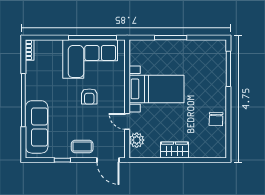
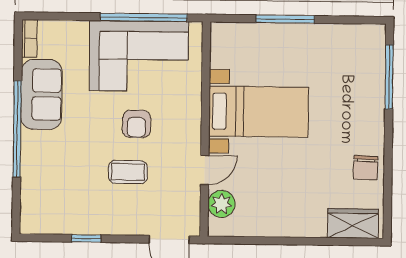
door: (127, 121) -> (205, 170), swing flipped
sofa: (37, 127) -> (41, 94), moved, width x0.73
coffee table: (82, 146) -> (128, 172), moved
wardrobe: (174, 150) -> (353, 223), moved

